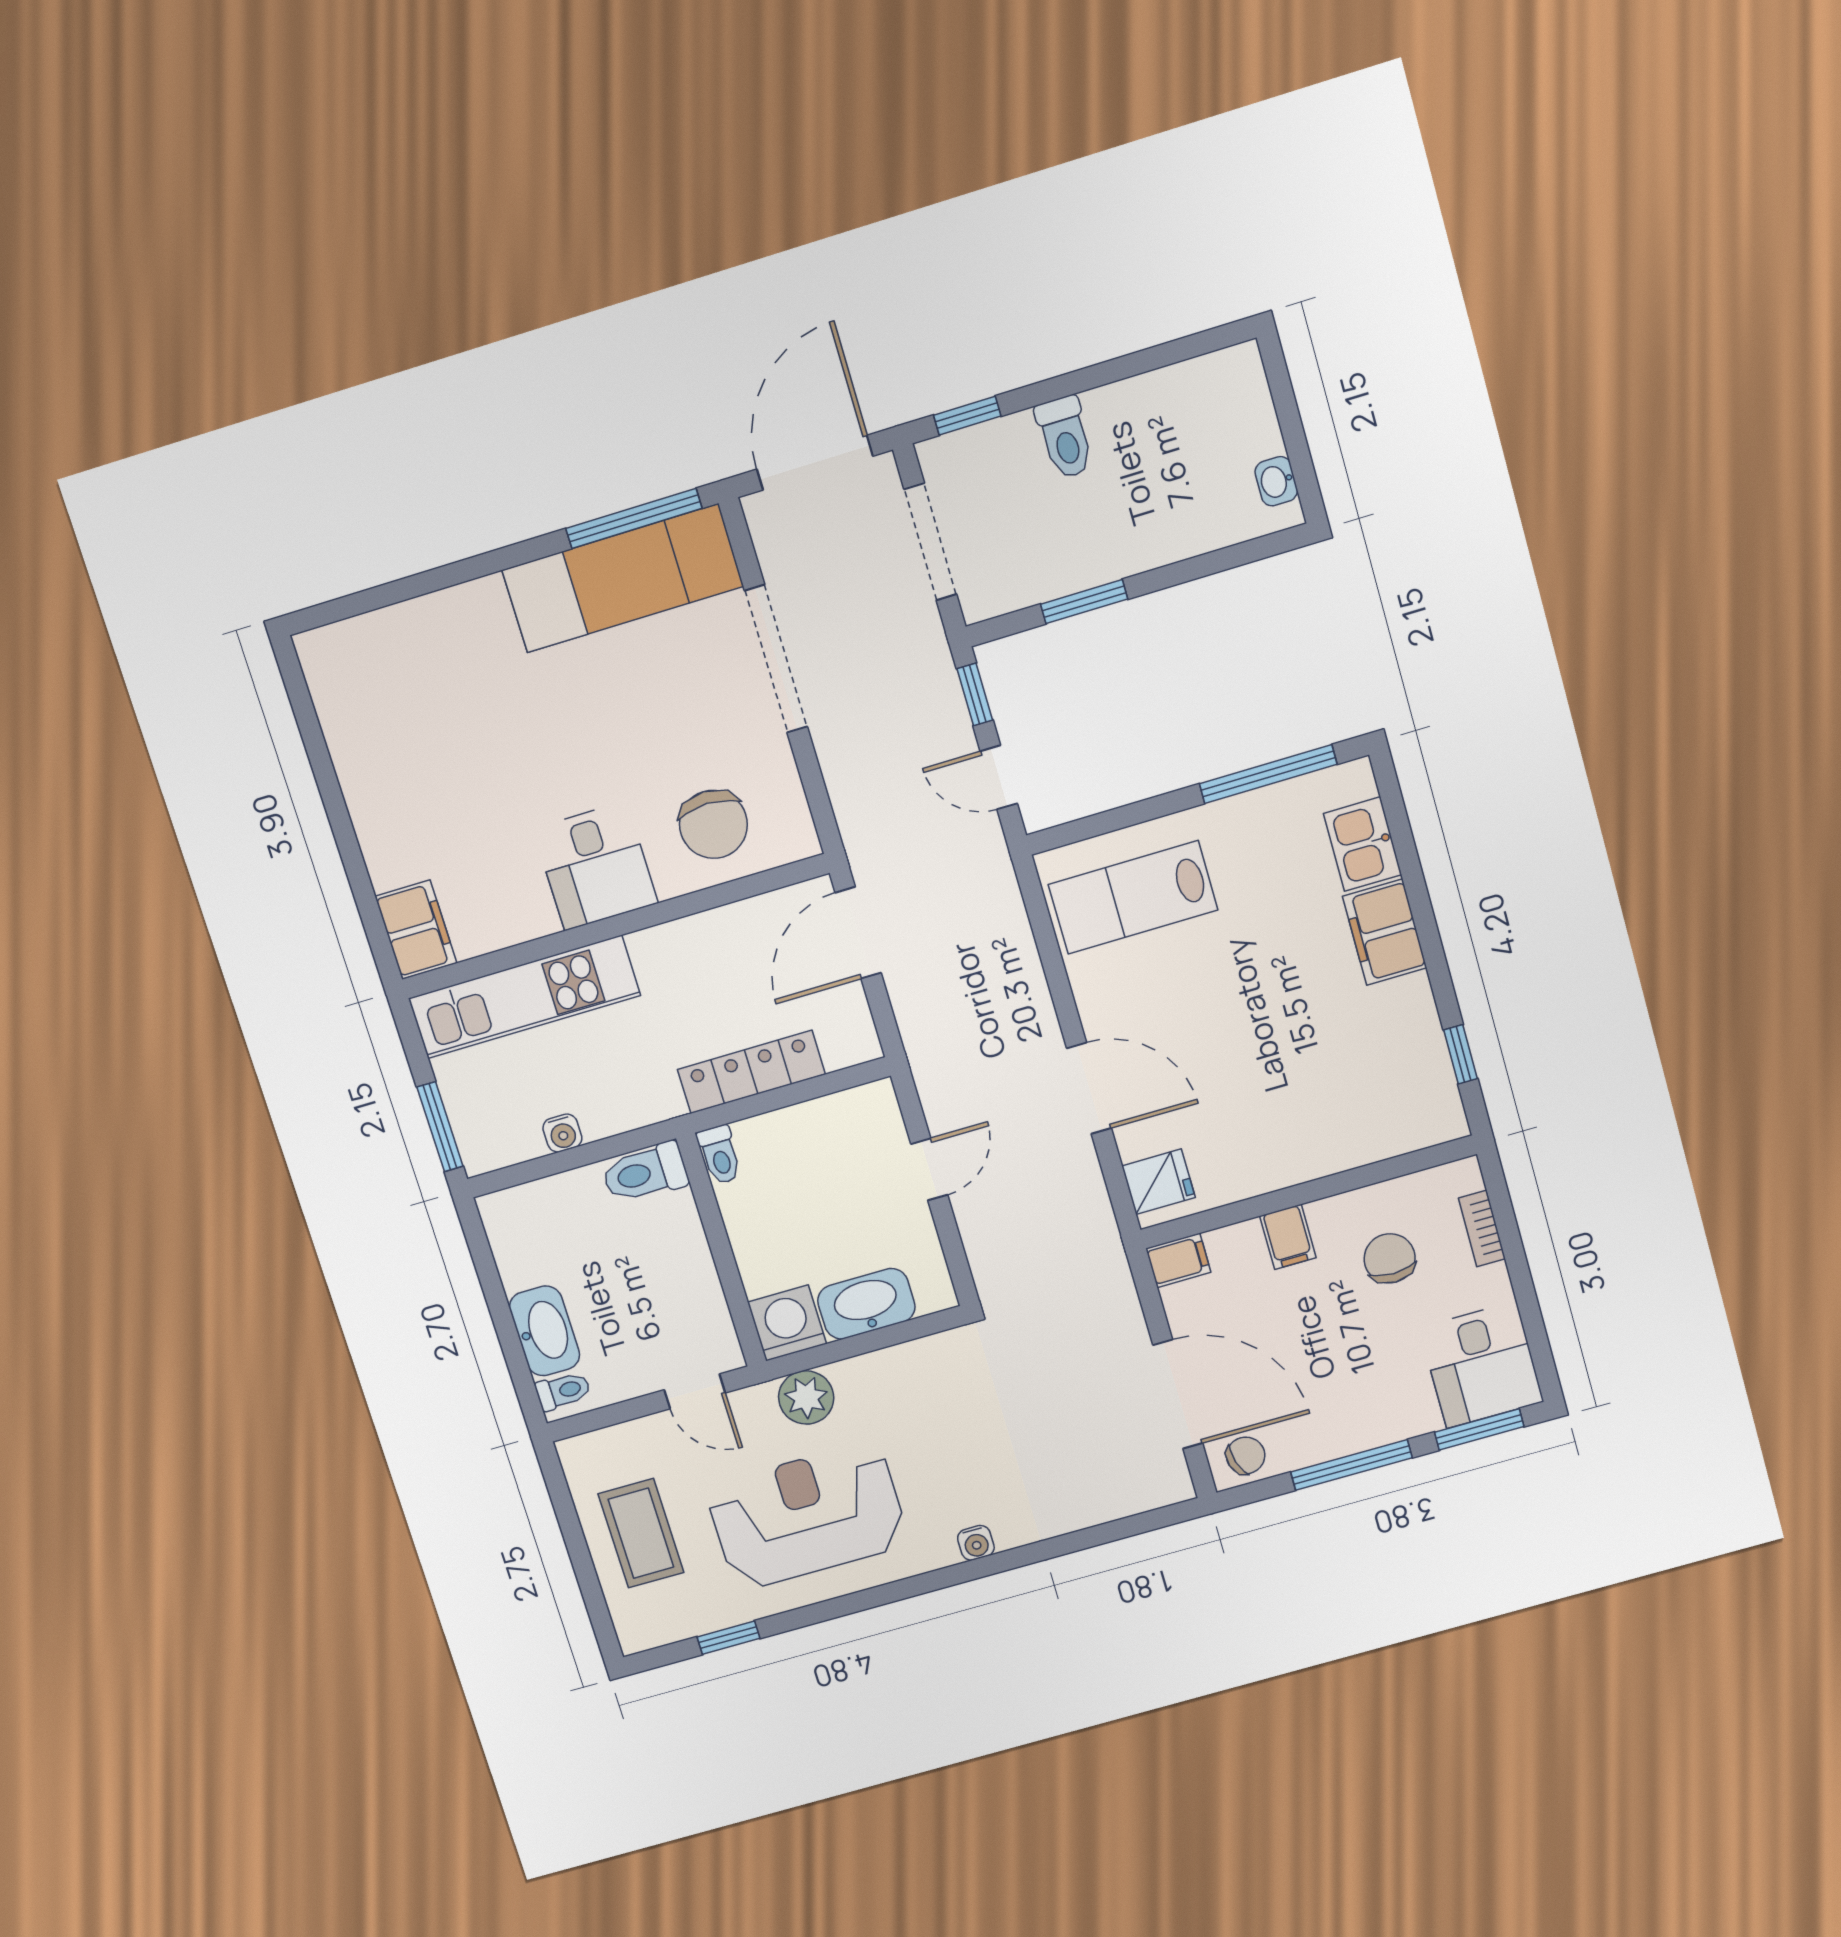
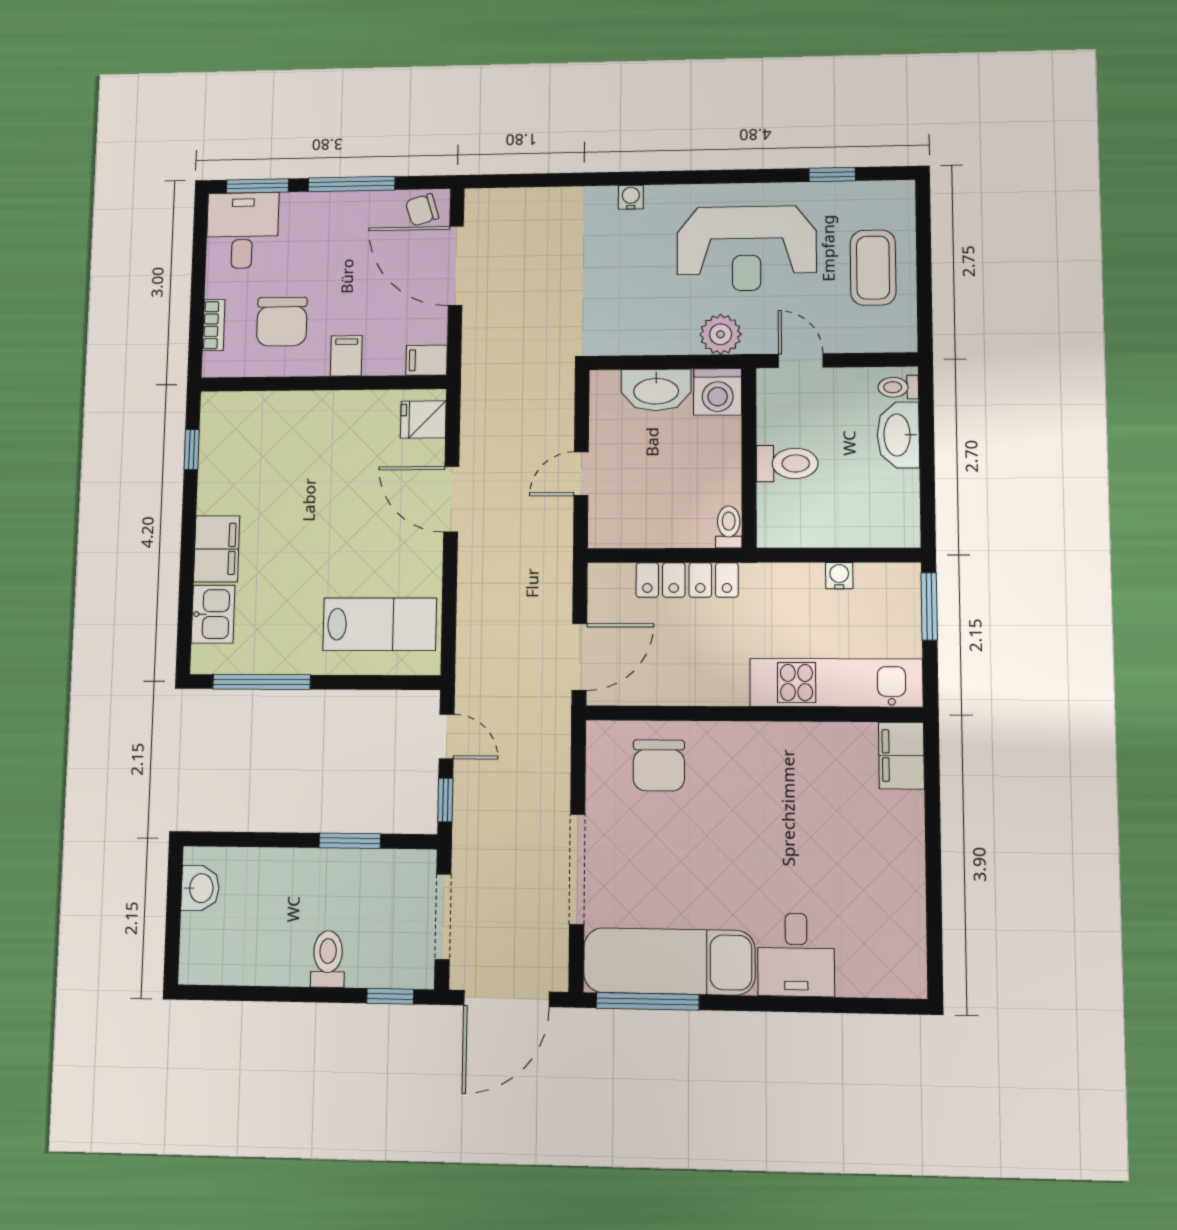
washbasin: (1276, 481) -> (200, 888), width x1.38, depth x1.45
chair: (713, 824) -> (659, 765), turned 180
desk: (596, 866) -> (796, 955), moved, turned 180
toilet: (645, 1173) -> (787, 463), moved
chair: (1390, 1258) -> (282, 322), width x1.37, depth x1.37

